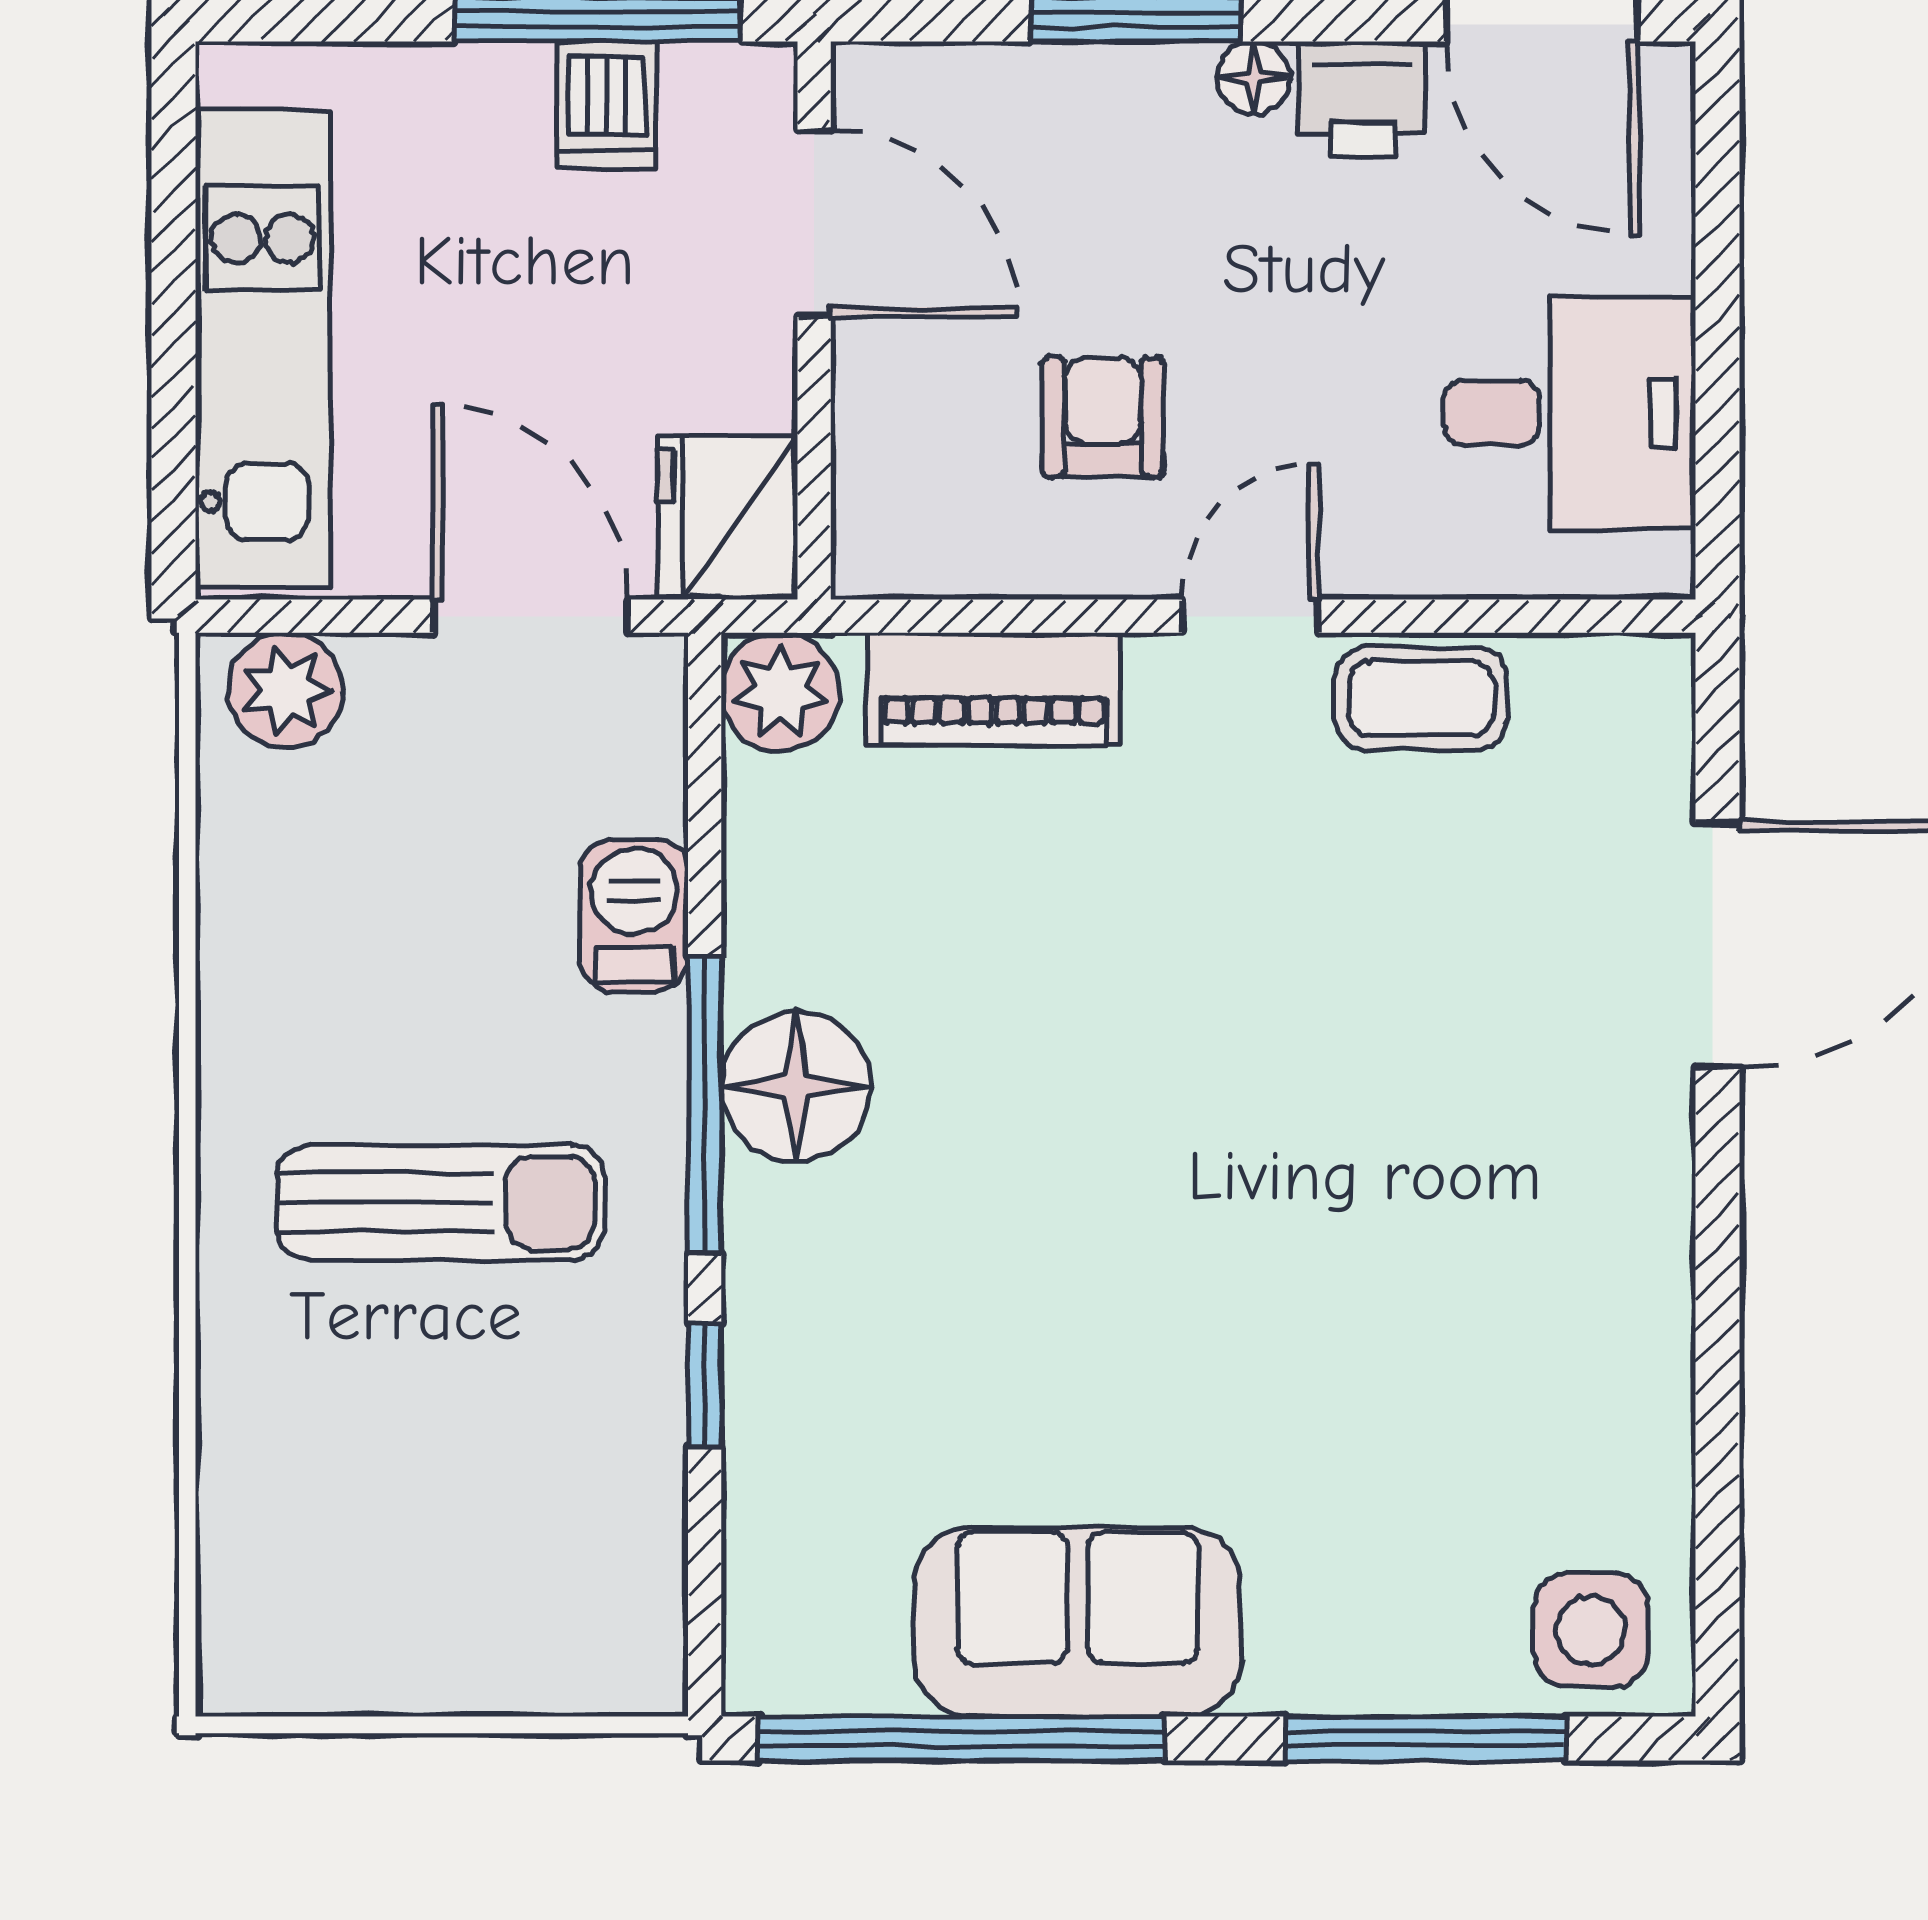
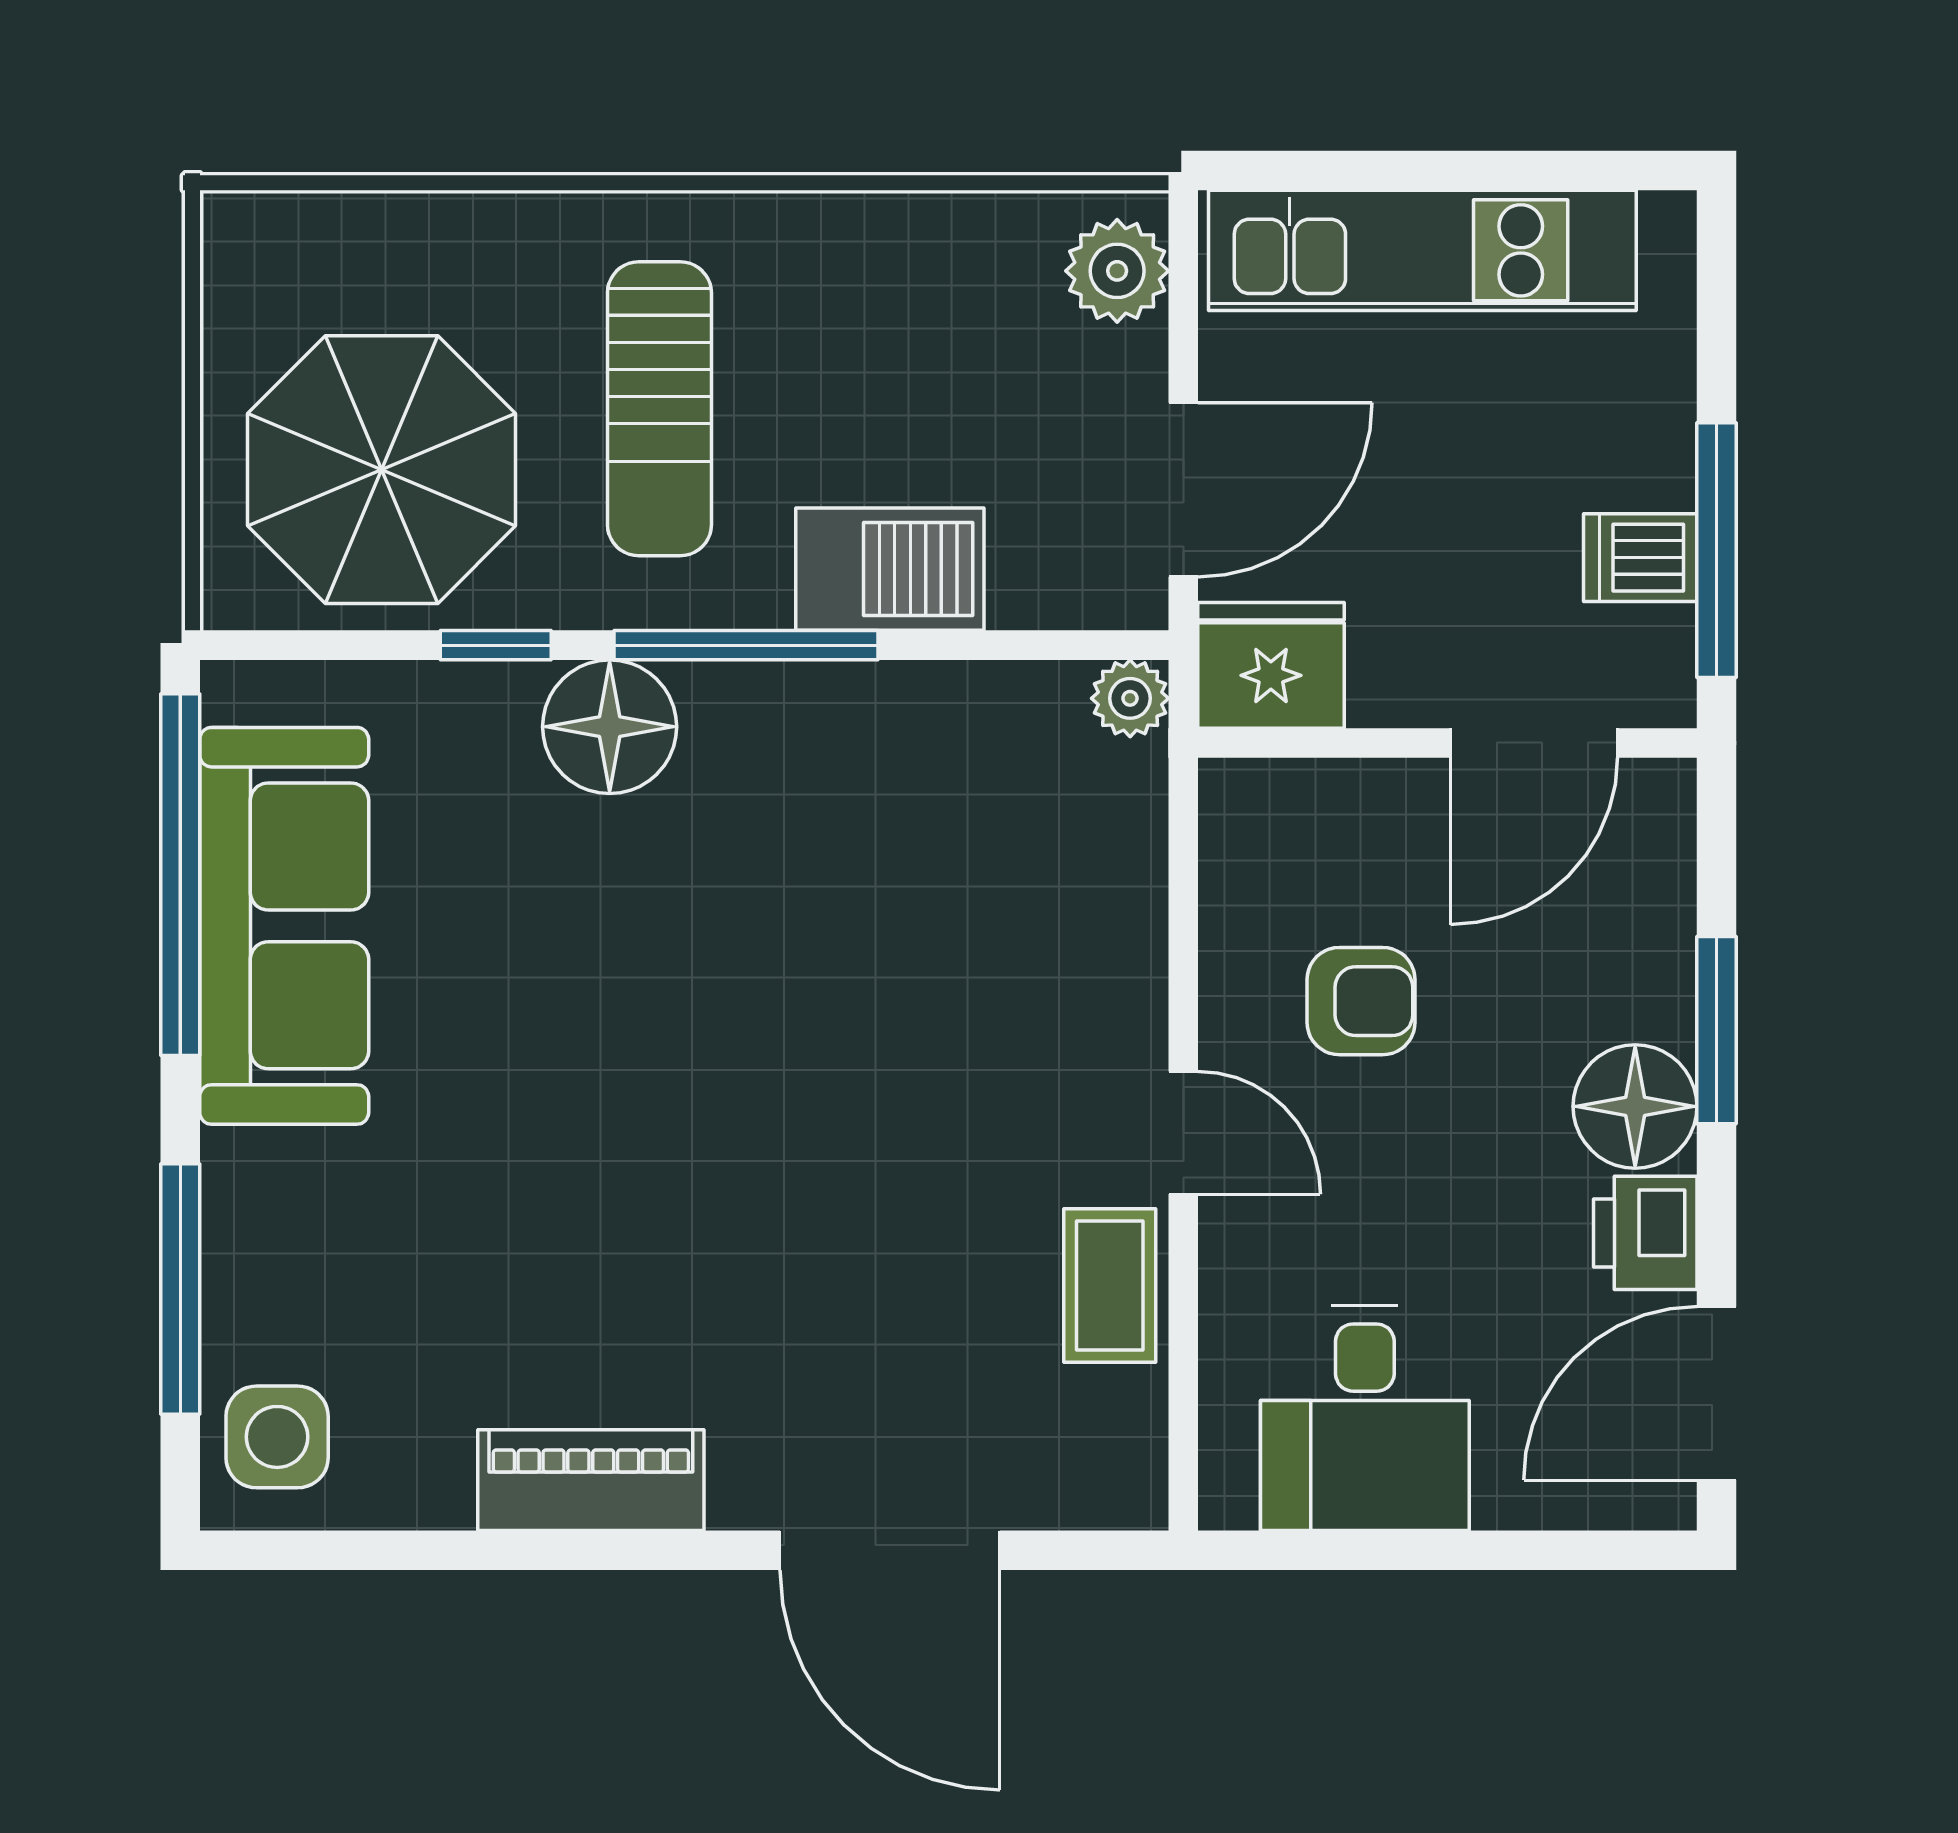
floor lamp: (1253, 78) -> (1635, 1106), width x1.89, depth x1.89
piano: (994, 689) -> (591, 1480), moved, turned 90
plant: (780, 692) -> (1130, 698), width x0.73, depth x0.73
barbecue: (634, 916) -> (890, 569), width x1.38, depth x1.27
floor lamp: (796, 1087) -> (610, 727), moved
parasol: (508, 1513) -> (382, 470), added
sofa: (1078, 1622) -> (284, 926), width x1.36

